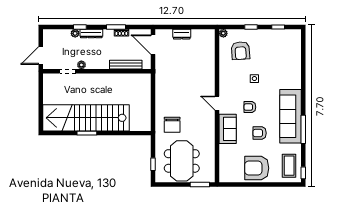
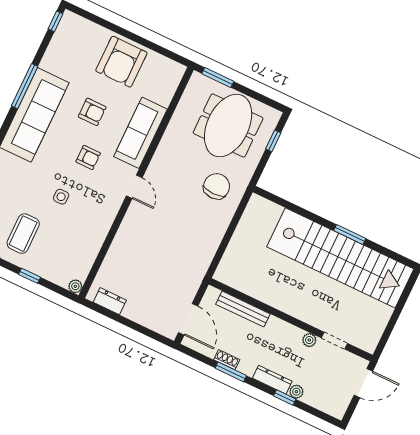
dresser: (182, 34) -> (110, 301), moved
armchair: (241, 51) -> (62, 248), removed
sofa: (228, 129) -> (141, 133), width x1.36
coffee table: (289, 166) -> (23, 234), moved
armchair: (257, 168) -> (121, 62), turned 90

